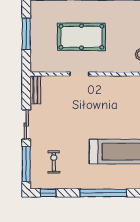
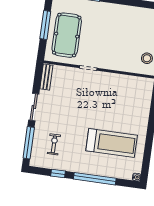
pool table: (81, 37) -> (67, 35), moved, turned 90
window: (48, 193) -> (58, 173), moved

